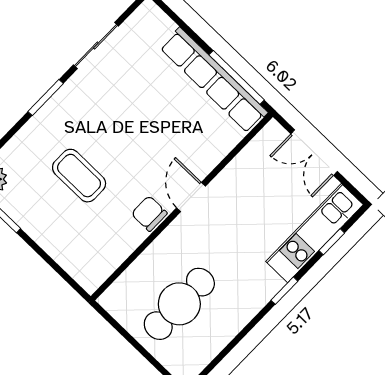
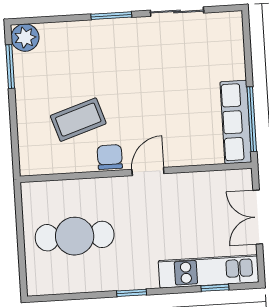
row of seats: (214, 80) -> (236, 122), width x0.73
coffee table: (79, 176) -> (78, 120), moved, turned 72
window: (284, 291) -> (132, 293), moved

